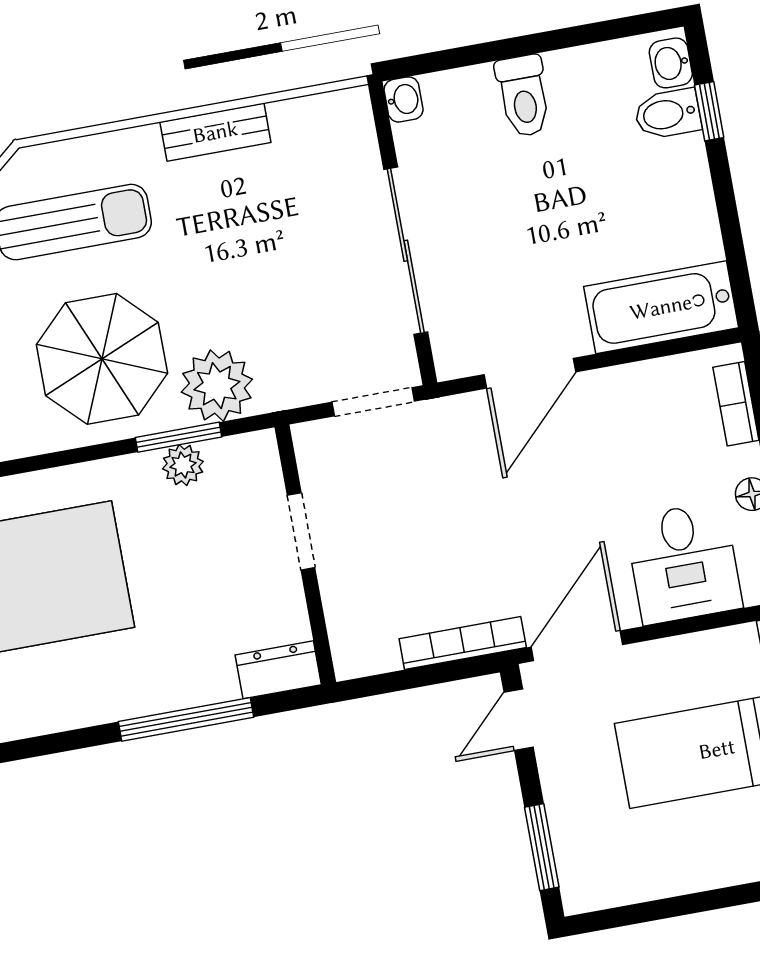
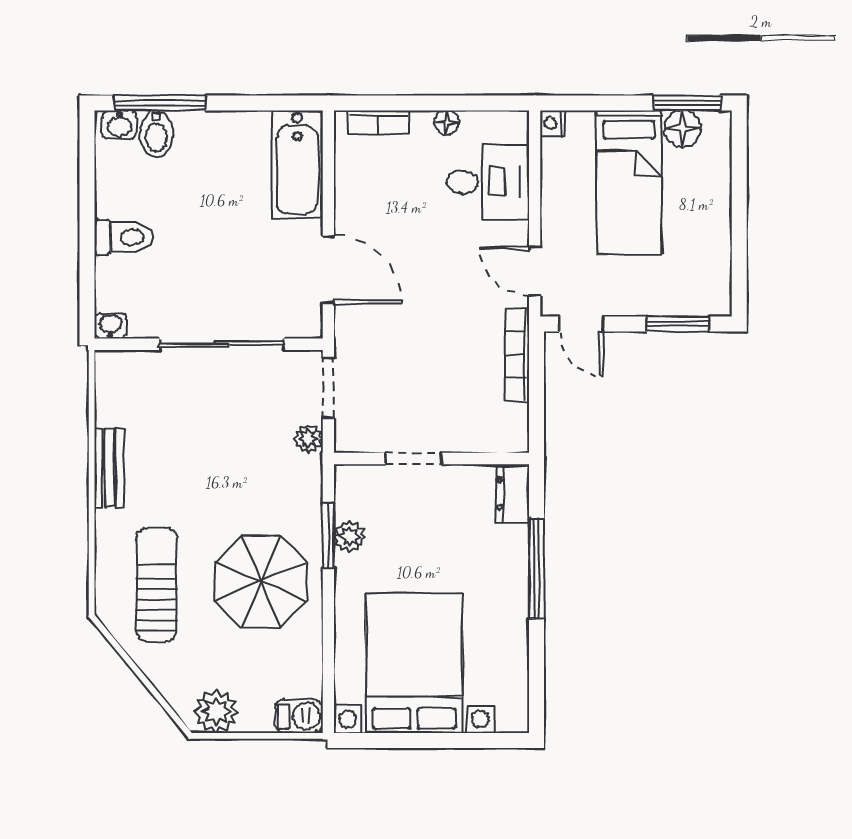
window: (709, 111) -> (160, 103), width x2.17
plant: (217, 386) -> (308, 439), moved, width x0.53, depth x0.53
door: (577, 646) -> (535, 271), width x0.73

